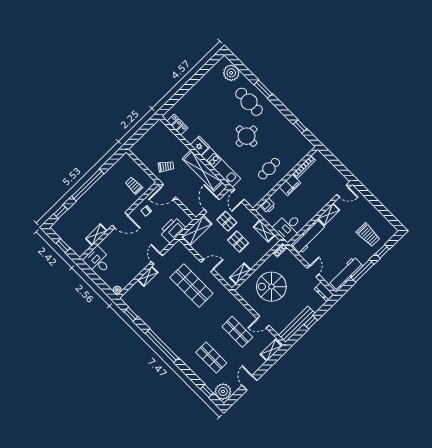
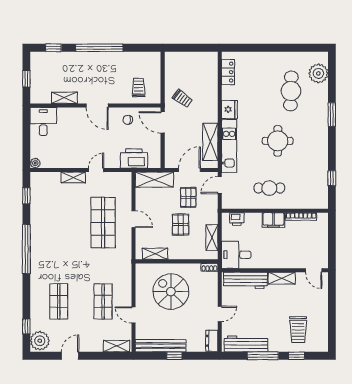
cafe table: (249, 102) -> (291, 91), moved
shelving: (202, 171) -> (210, 142), width x0.68

